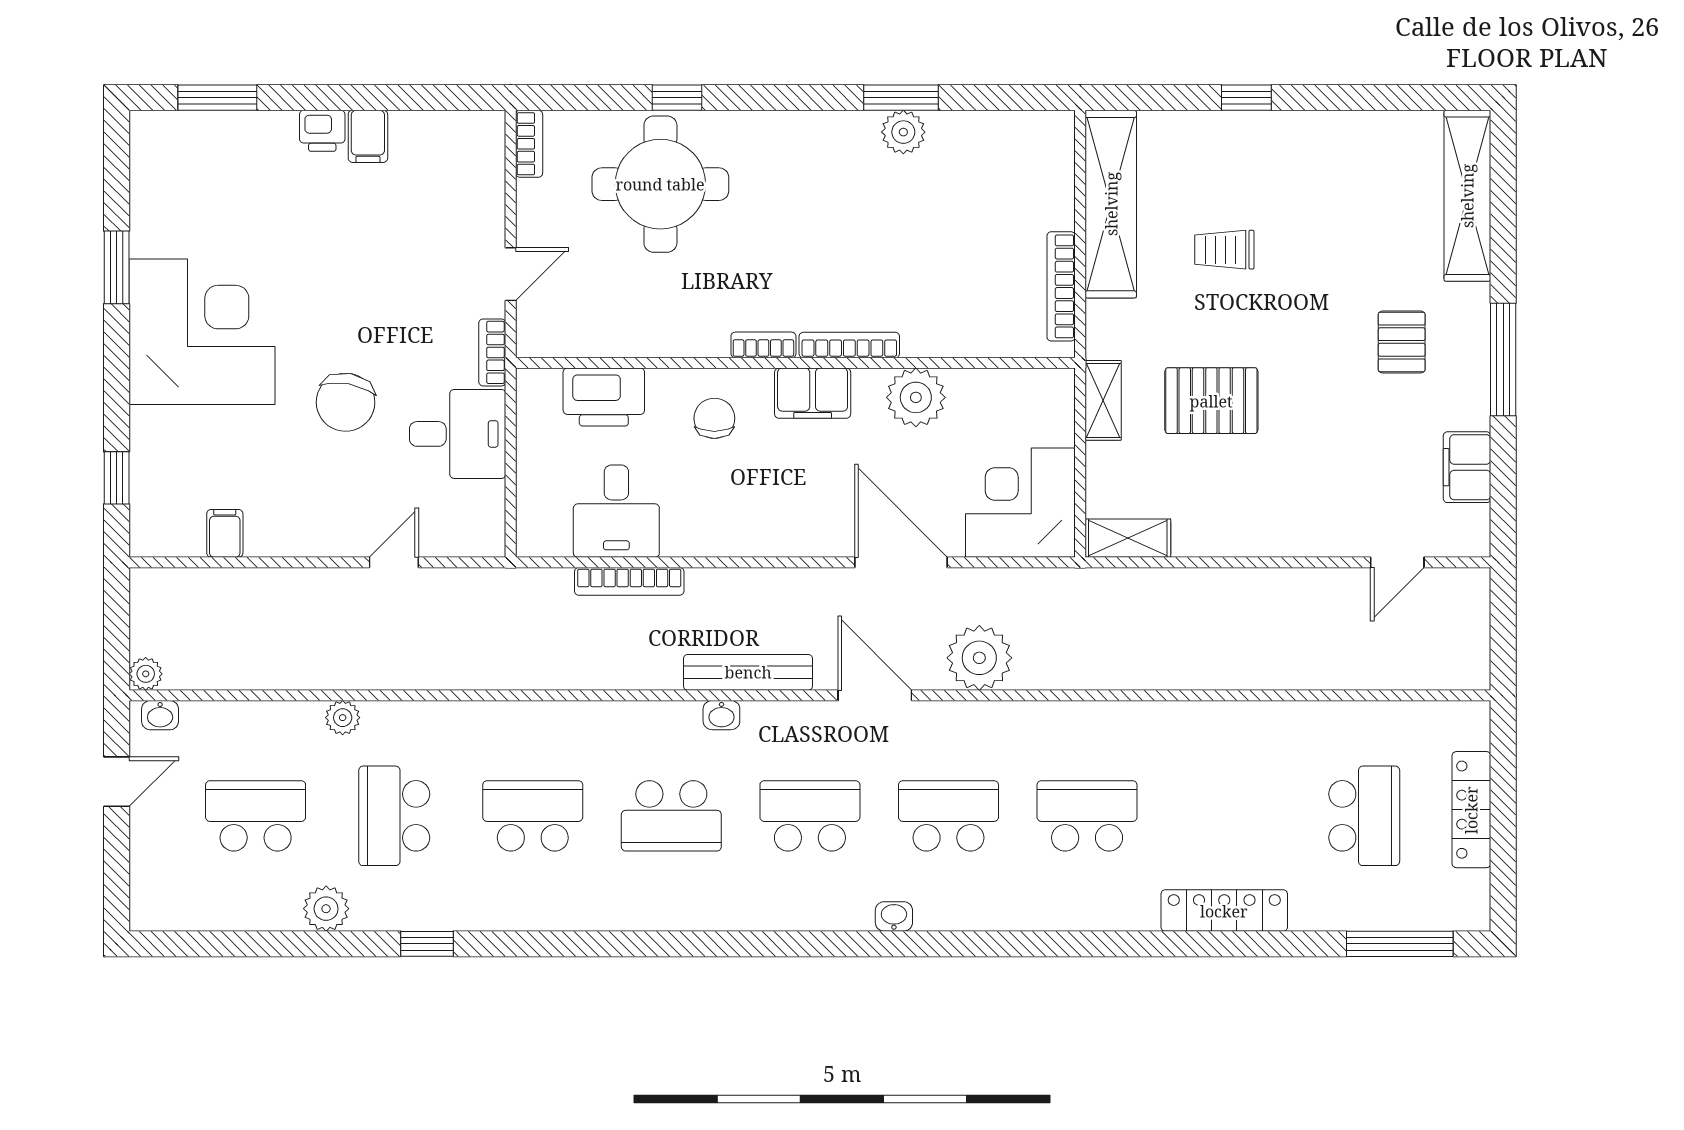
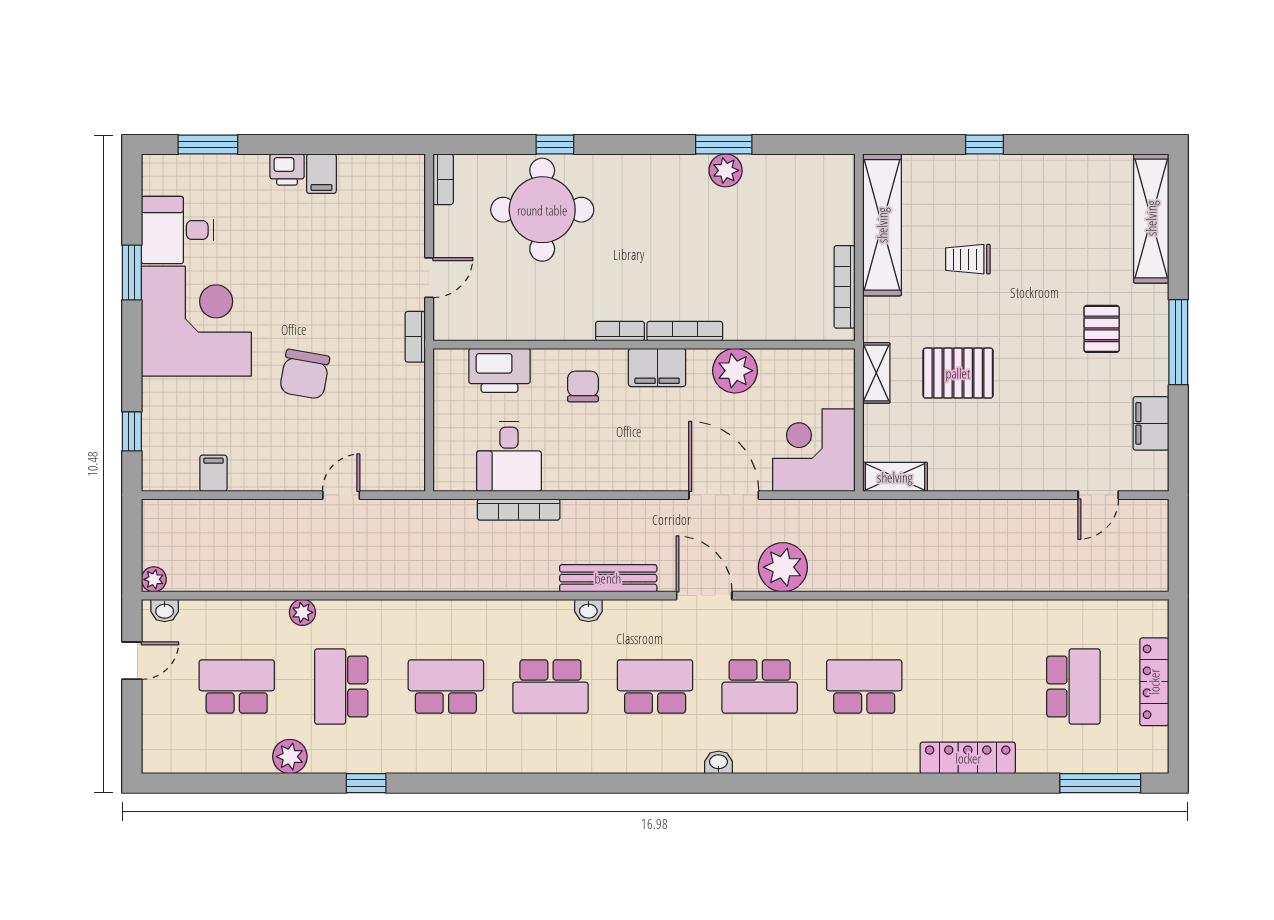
desk: (458, 434) -> (178, 230), moved, turned 180
school desk: (948, 816) -> (760, 687), turned 180

